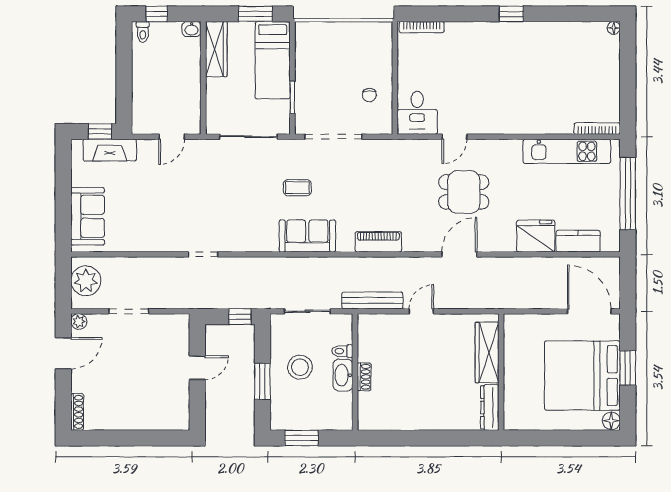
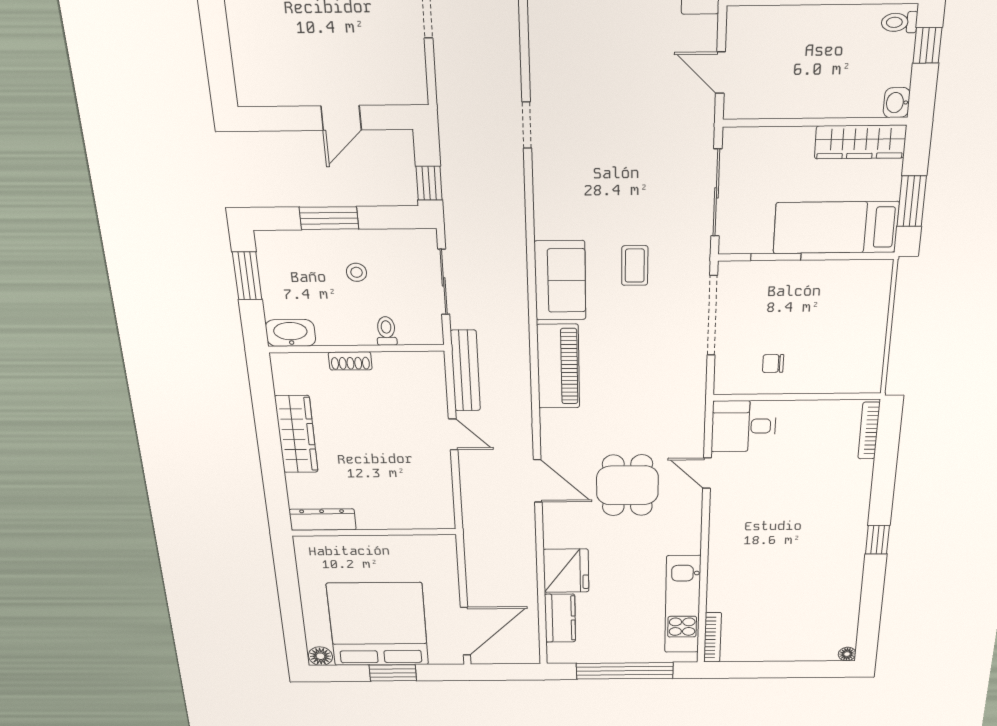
piano: (378, 242) -> (558, 367), width x1.37, depth x1.33
wardrobe: (487, 352) -> (296, 434), moved, turned 90
stool: (300, 367) -> (357, 272), width x0.53, depth x0.53
door: (197, 368) -> (341, 118), hinge flipped
washbasin: (343, 375) -> (291, 333), moved

